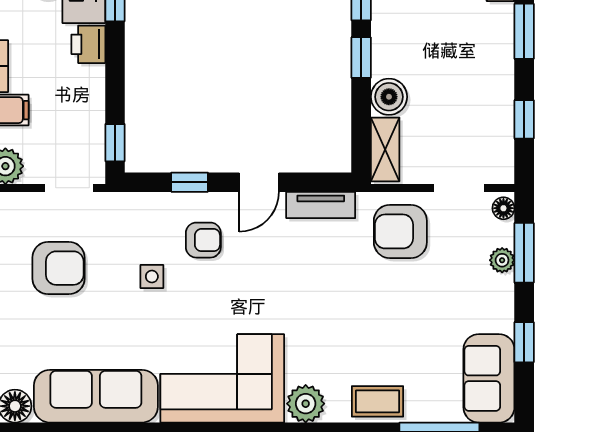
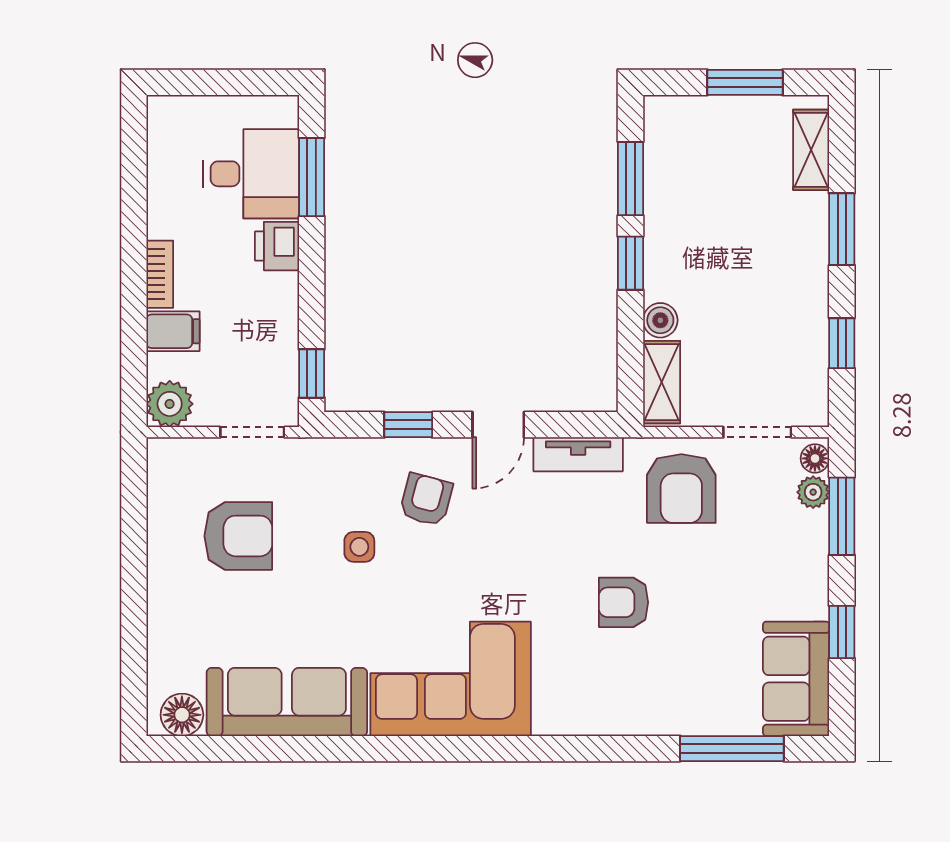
boiler: (389, 97) -> (660, 320), width x0.73, depth x0.73
armchair: (400, 231) -> (681, 489), turned -90
armchair: (203, 240) -> (426, 500), turned -75
plant: (502, 260) -> (813, 492), moved
armchair: (356, 319) -> (624, 602), added
coffee table: (378, 401) -> (652, 709), removed
plant: (306, 404) -> (559, 712), removed

